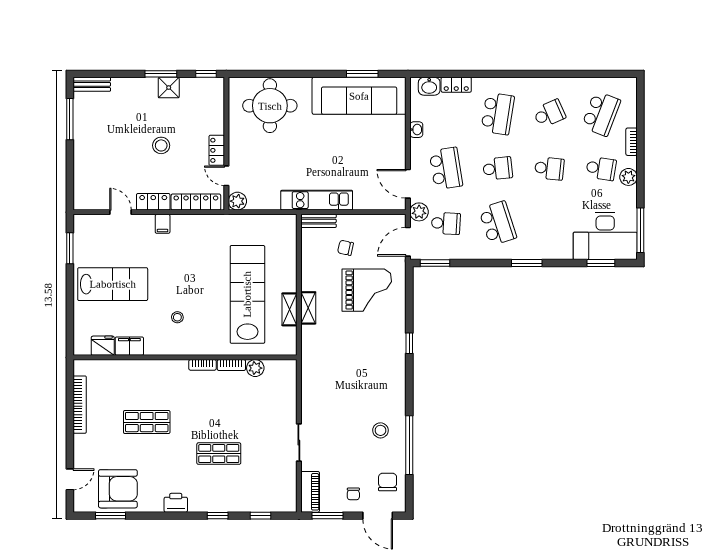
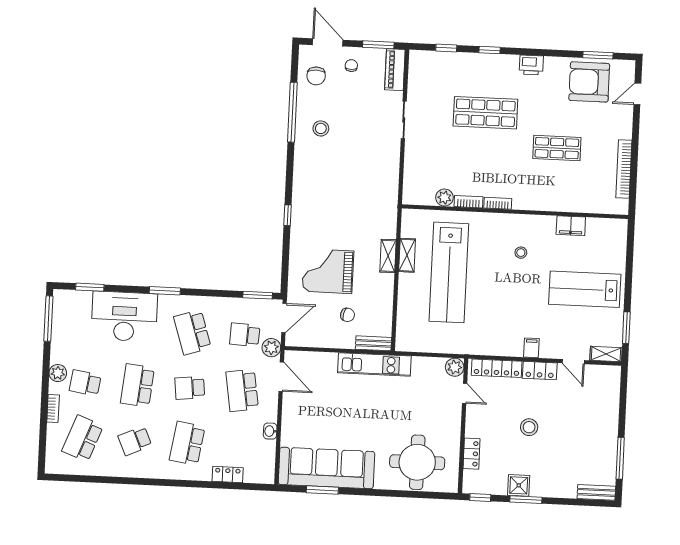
washbasin: (429, 86) -> (255, 474), removed
locker: (217, 150) -> (472, 454), moved
school desk: (549, 168) -> (137, 385), width x1.85
shelving: (89, 221) -> (606, 354), added
desk: (605, 236) -> (124, 316), moved
fridge: (103, 346) -> (598, 227), removed
shop shelf: (219, 454) -> (485, 113), width x1.43, depth x1.36

